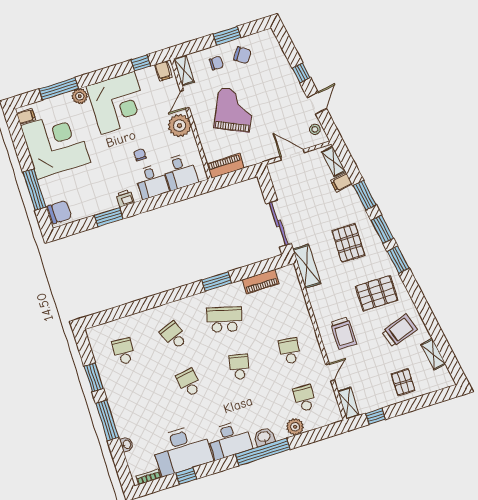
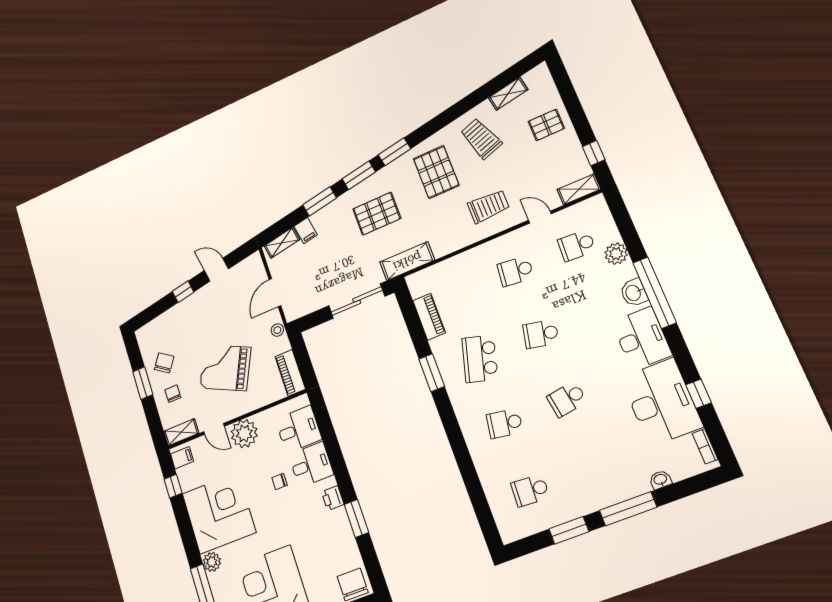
stool: (315, 129) -> (277, 330), moved
school desk: (174, 335) -> (505, 423), turned 30

